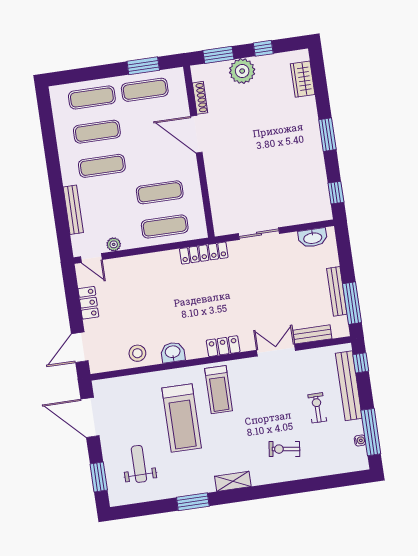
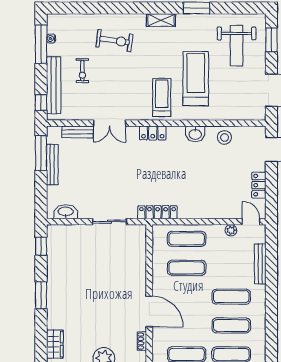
shoe rack: (200, 98) -> (142, 341), width x0.70
exercise bike: (284, 449) -> (115, 41), width x1.38, depth x1.39
weight bench: (139, 464) -> (237, 46), width x1.36, depth x1.33

